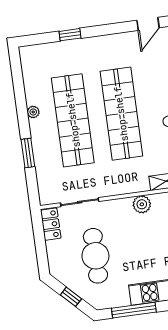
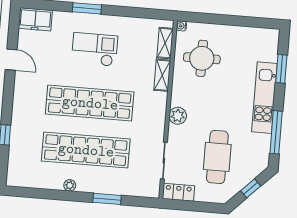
plant: (142, 204) -> (178, 116), moved
cafe table: (95, 256) -> (217, 157), turned 90

